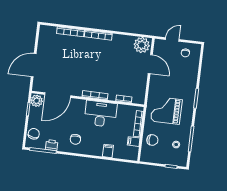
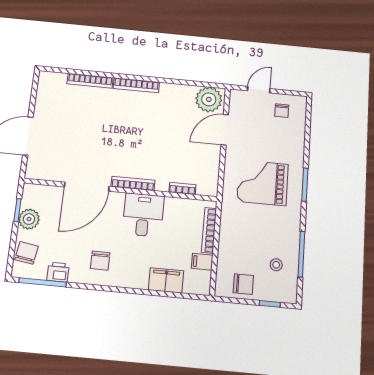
door: (150, 64) -> (225, 130), swing flipped
door: (58, 95) -> (87, 187), moved
plant: (37, 101) -> (29, 219), moved
grand piano: (166, 110) -> (262, 183), moved
desk: (101, 114) -> (143, 215), width x0.73
chair: (152, 140) -> (243, 284), moved
filing cabinet: (108, 151) -> (166, 280), width x2.00

